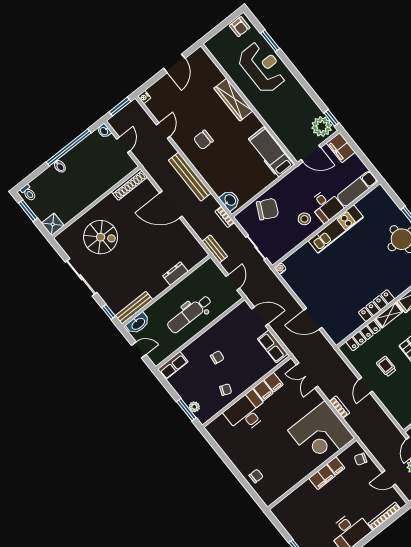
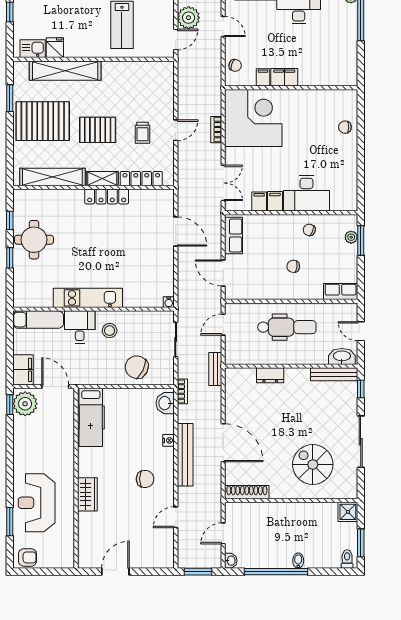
armchair: (240, 27) -> (27, 557), turned 90
nightstand: (144, 97) -> (169, 440), moved
wardrobe: (233, 100) -> (87, 494), width x0.67

